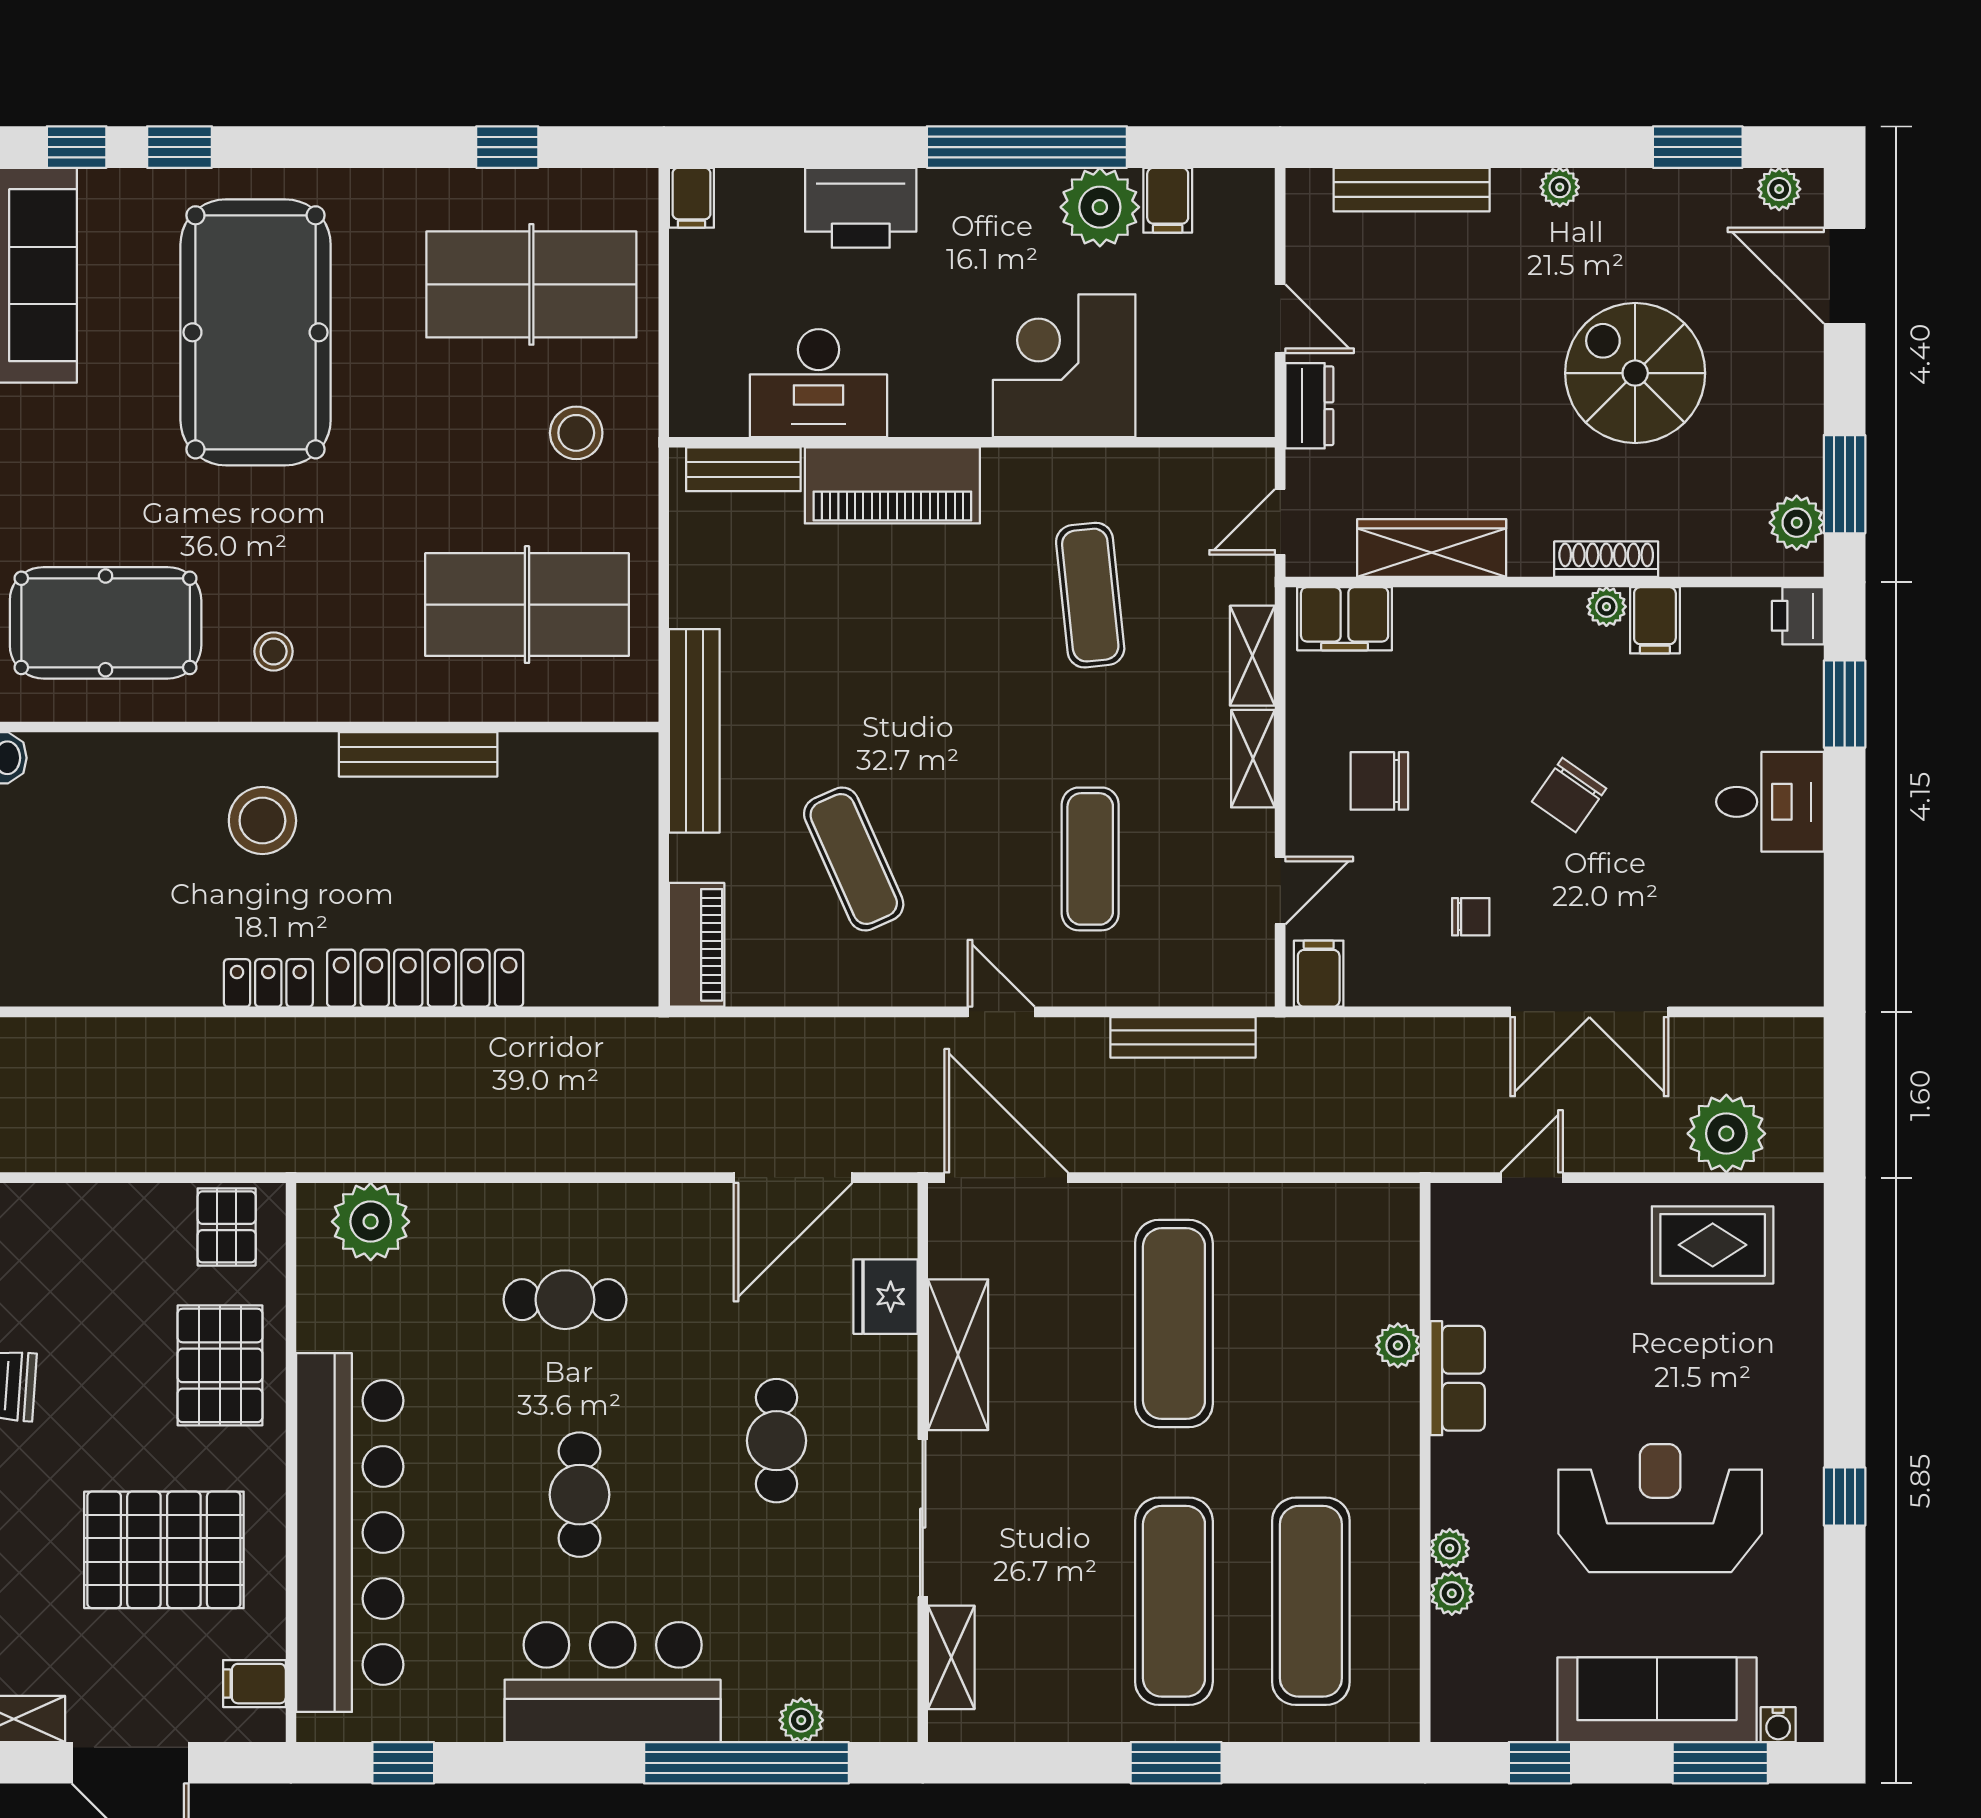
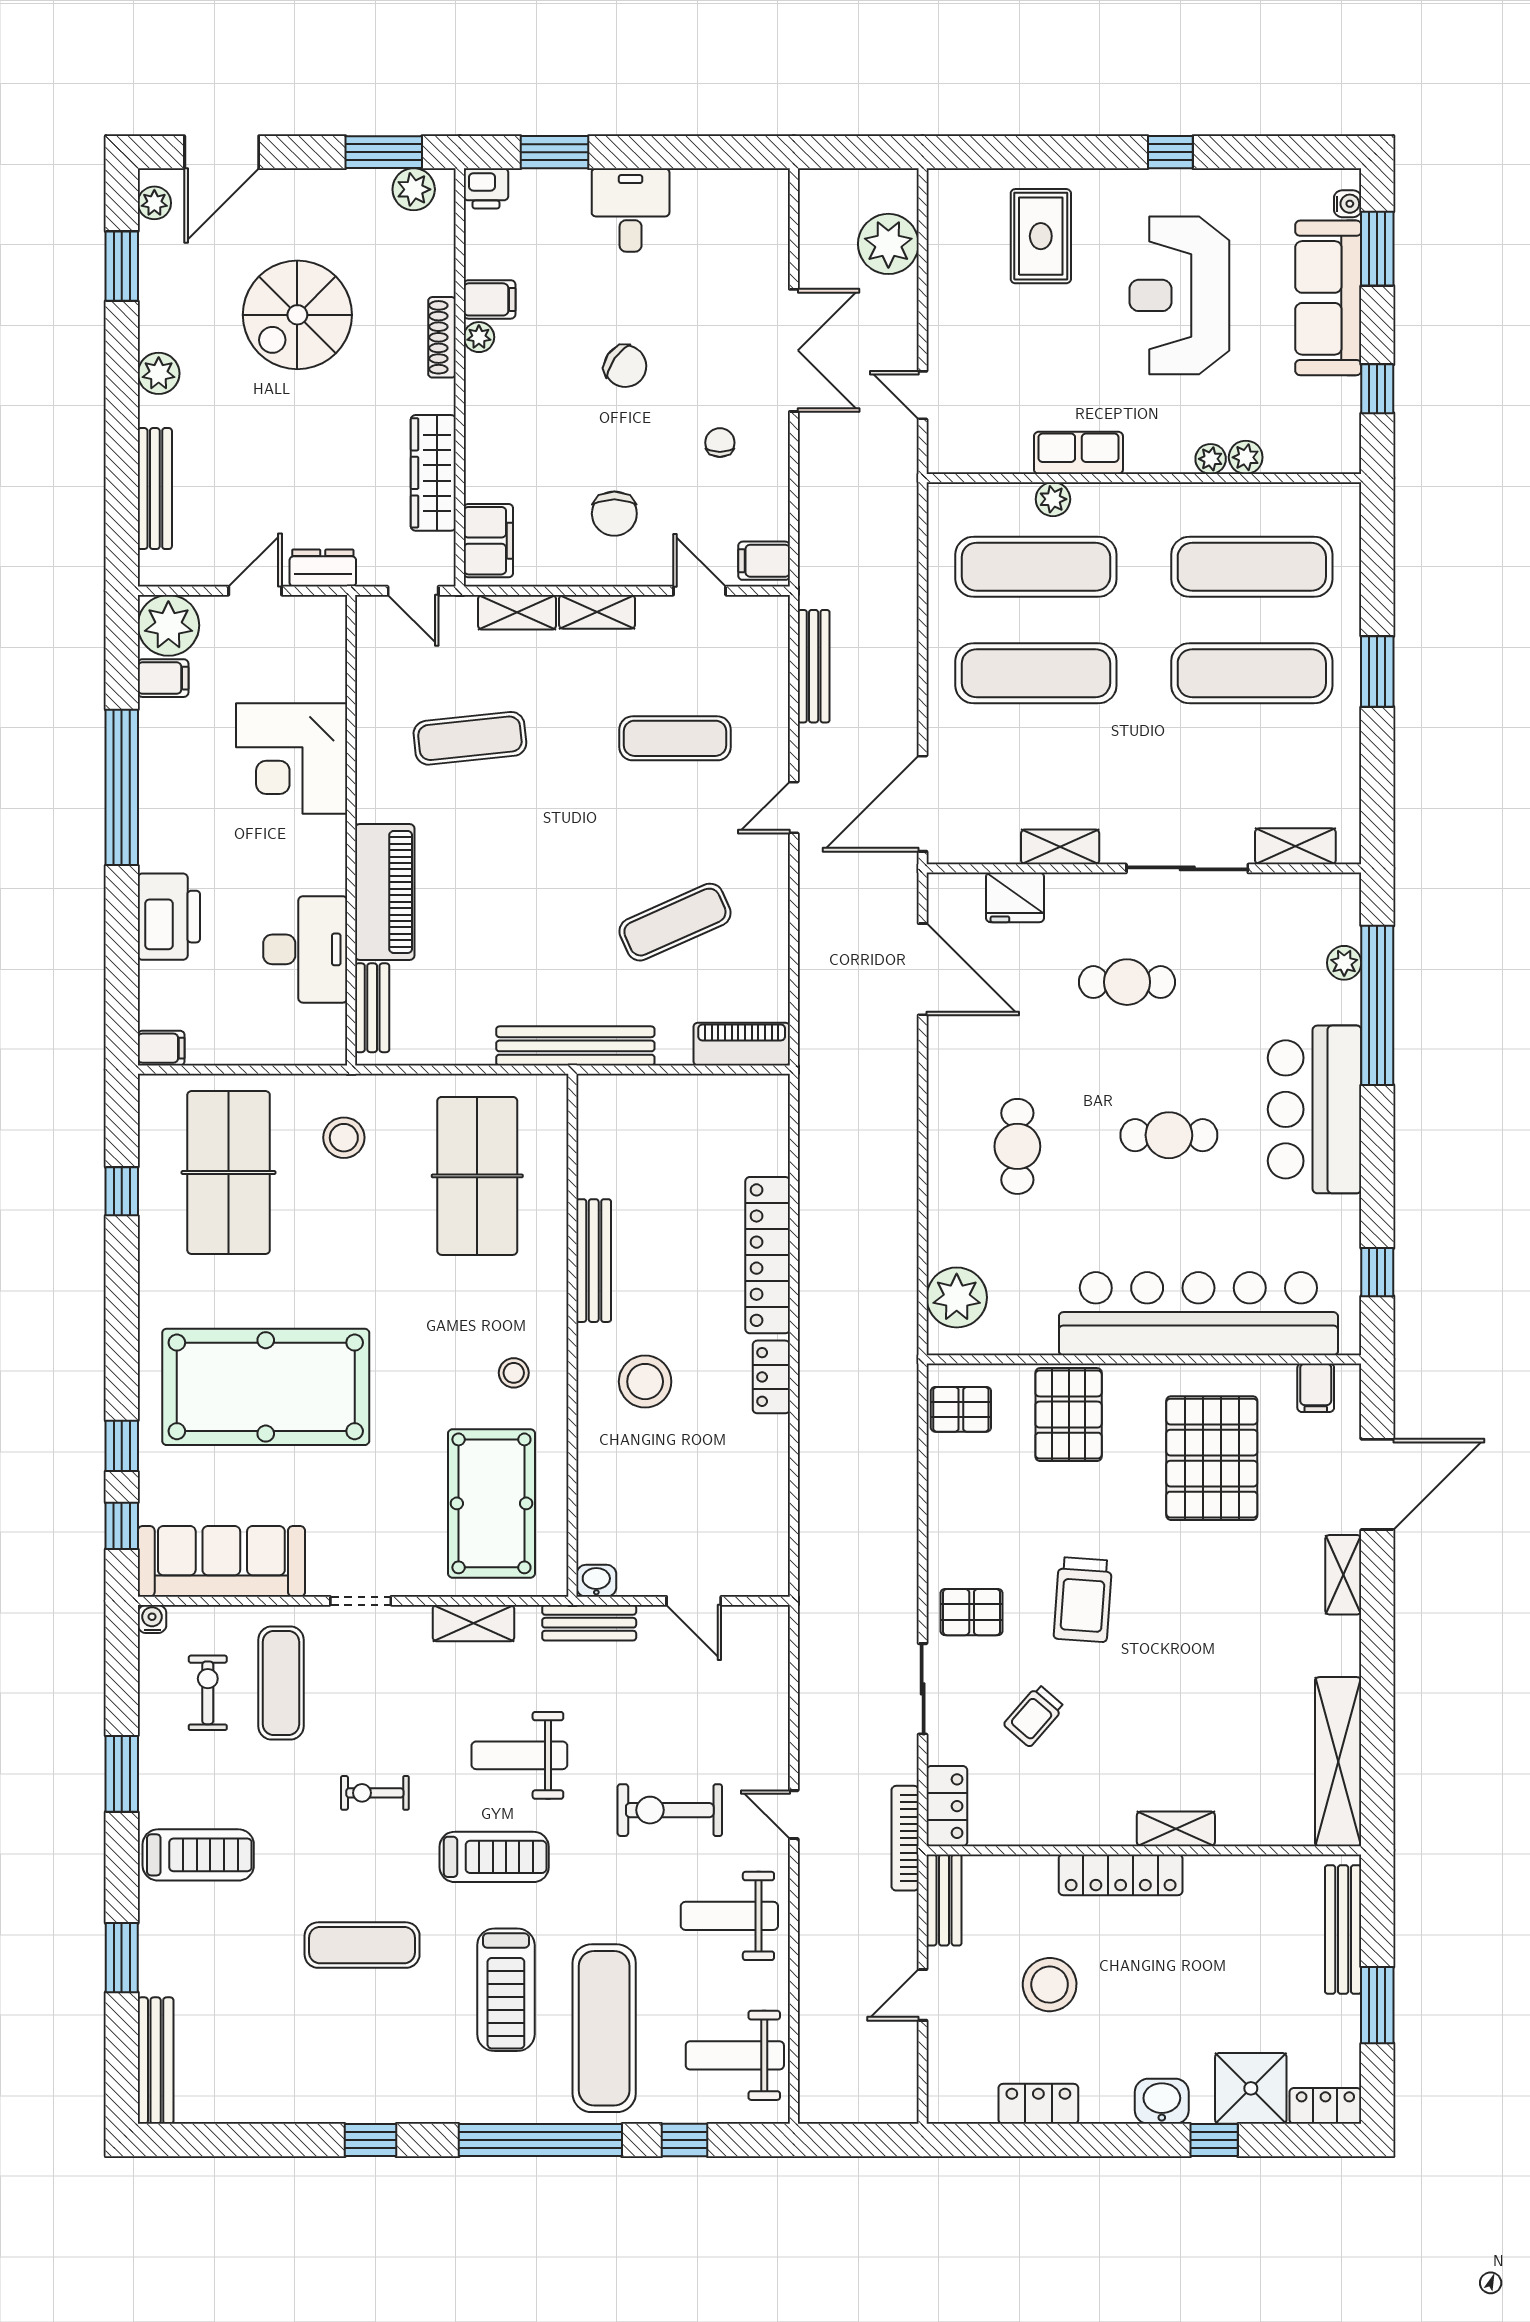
plant: (1560, 187) -> (159, 373), width x1.38, depth x1.38
plant: (1100, 207) -> (168, 625), moved
rug: (1713, 1245) -> (1041, 236), moved
exercise mat: (1311, 1324) -> (1036, 567), added
shelving: (958, 1355) -> (1060, 847), width x0.67, depth x0.75
pallet: (220, 1365) -> (1069, 1415), turned 90

